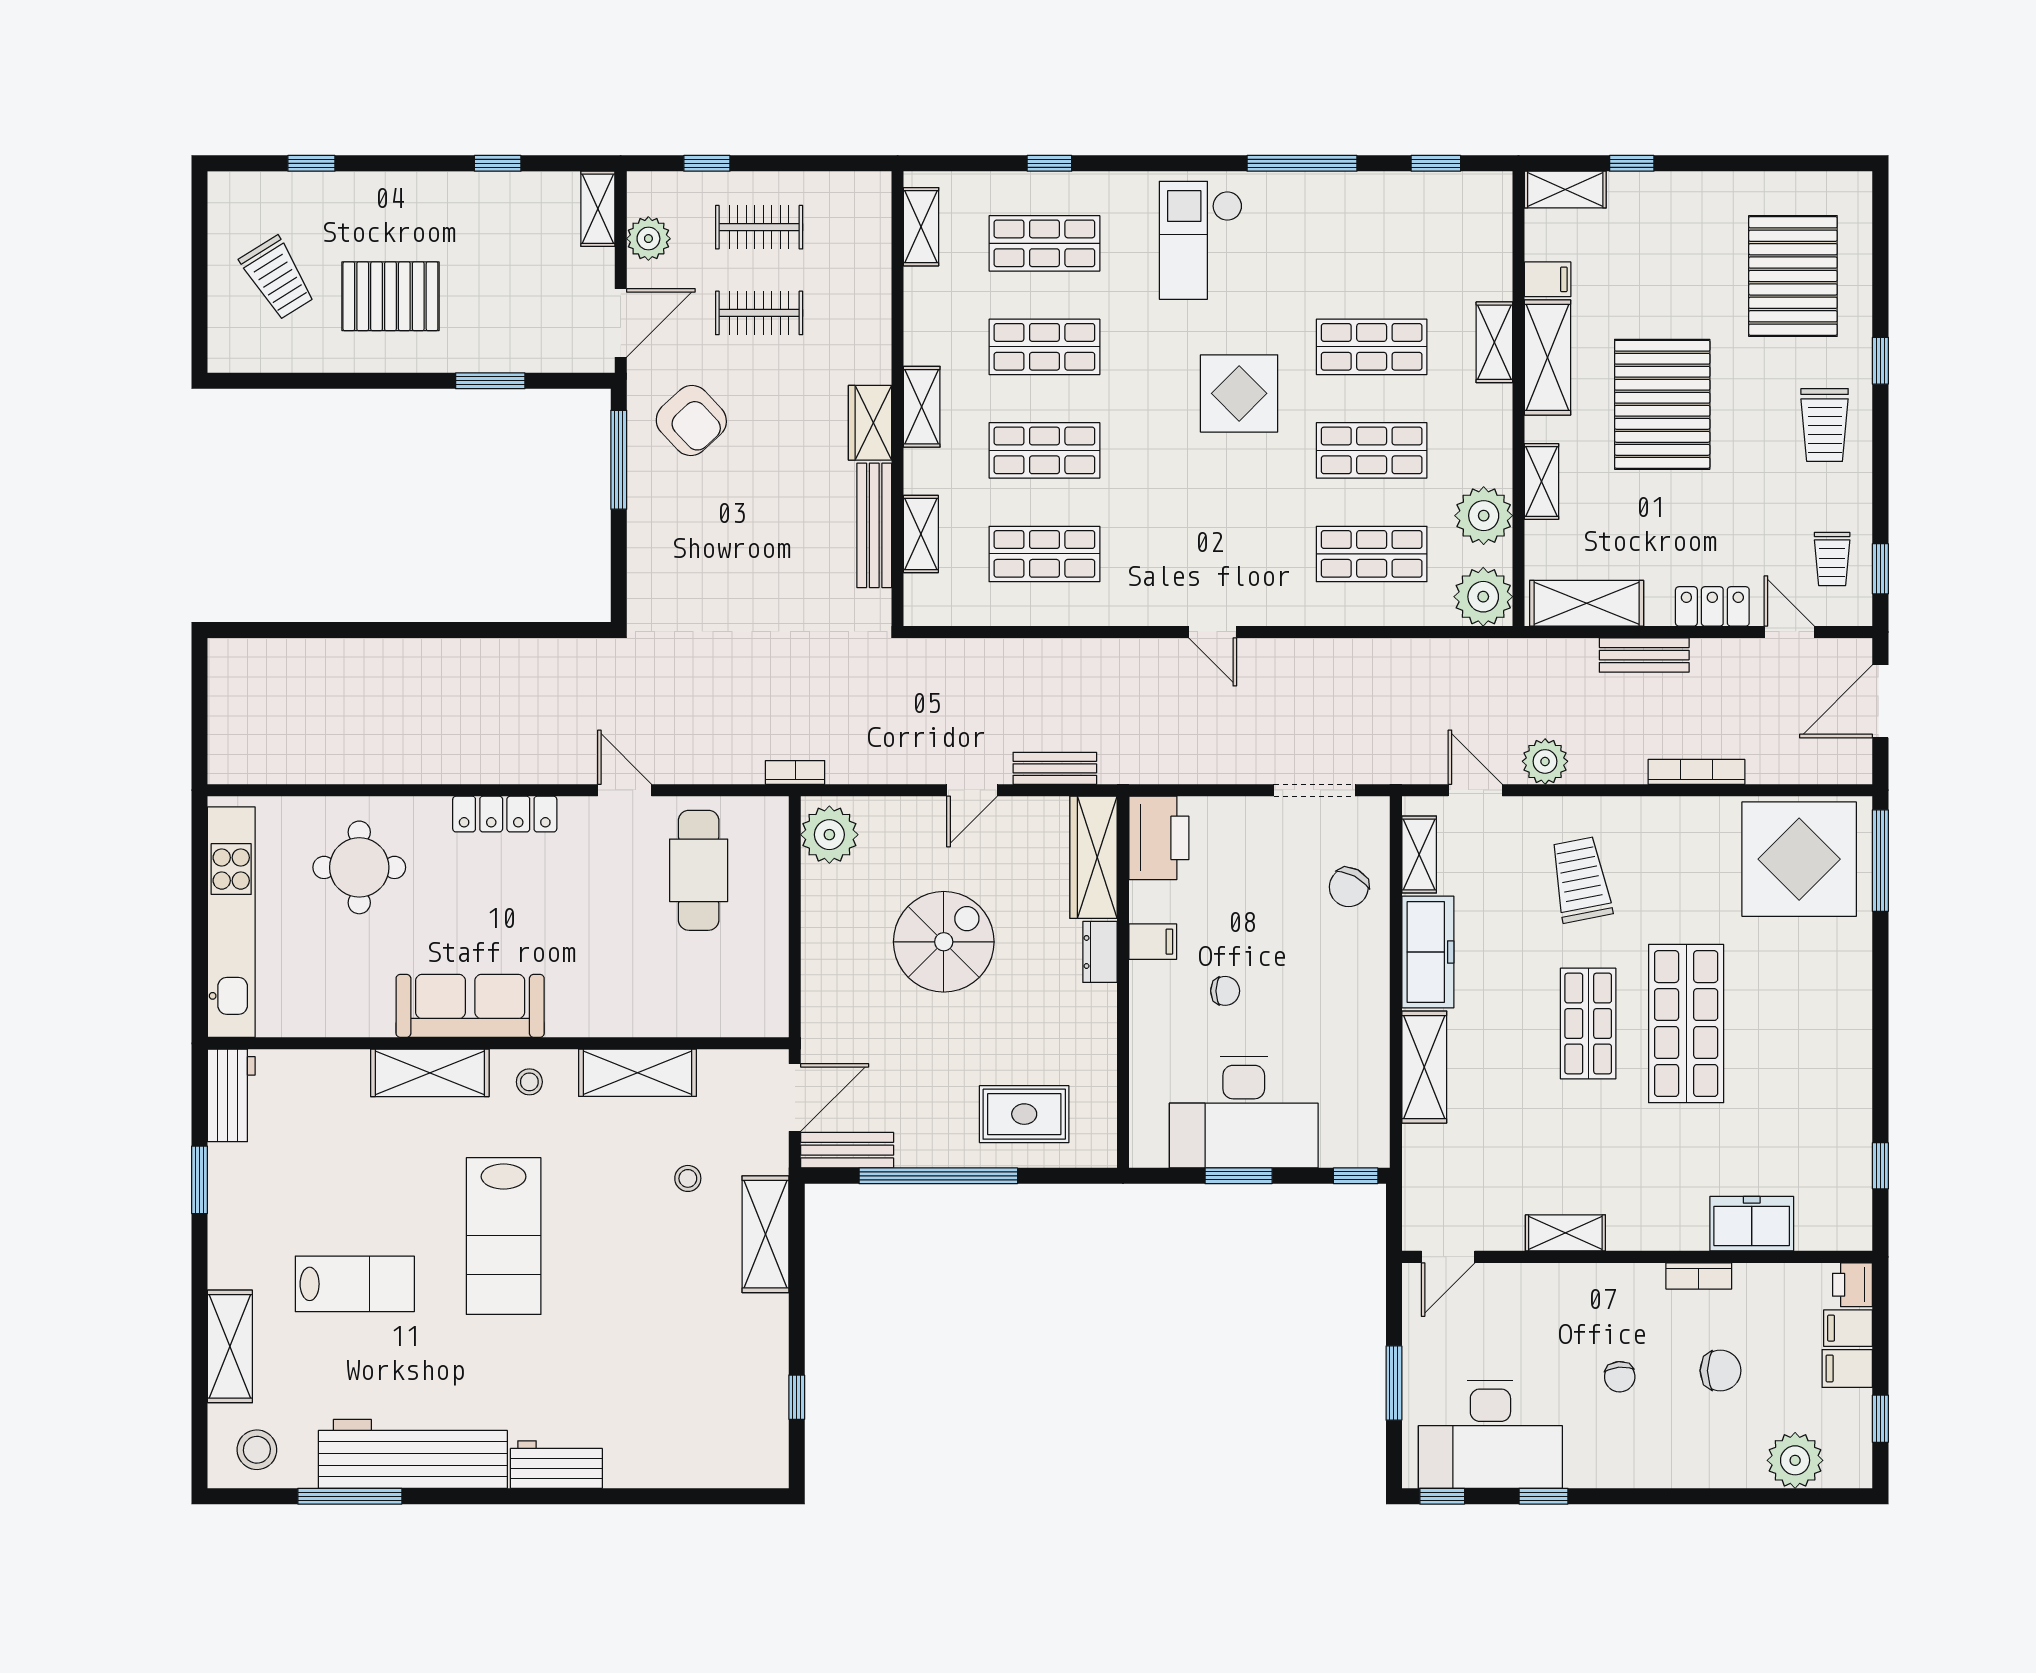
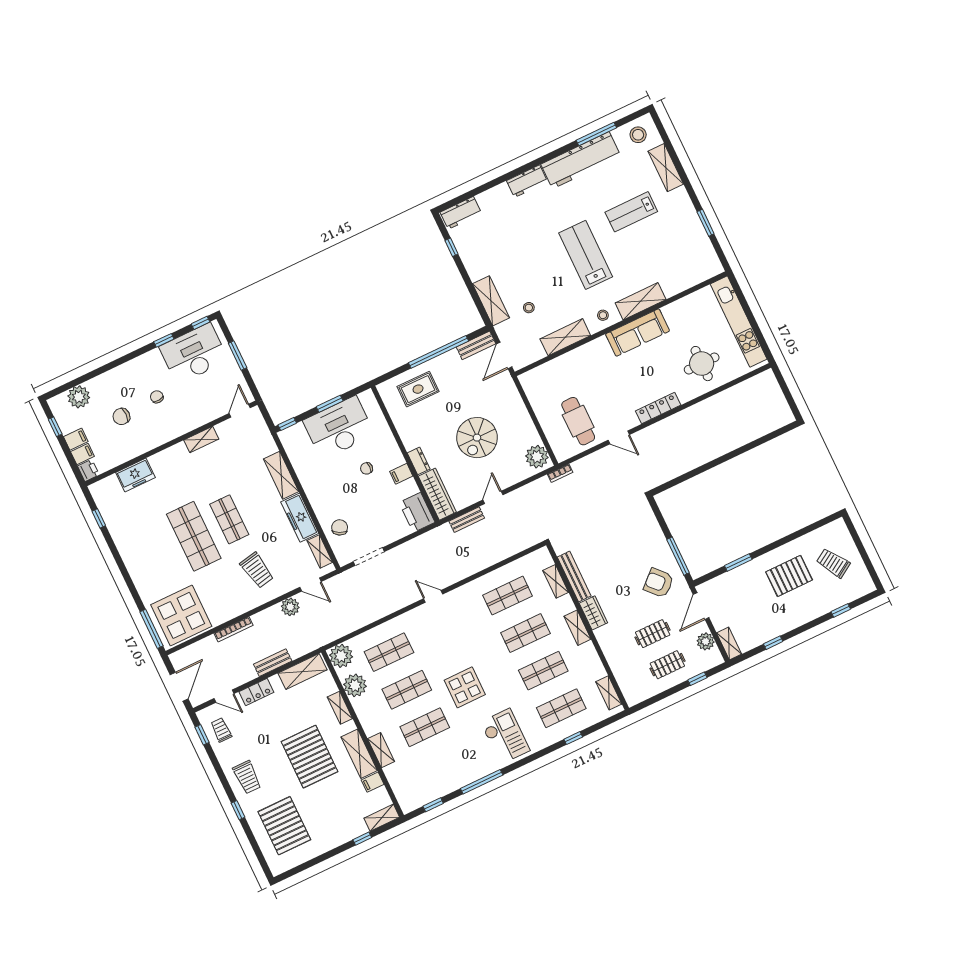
trolley: (1825, 425) -> (247, 777), turned 180
workbench: (231, 1095) -> (461, 213), moved, turned -90
bookcase: (1699, 1276) -> (146, 447), removed

